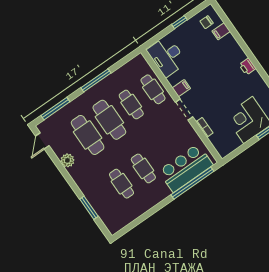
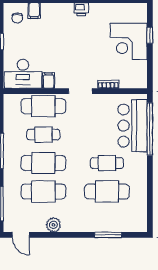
filing cabinet: (181, 88) -> (49, 81), moved
cafe table: (153, 89) -> (43, 106), width x1.37, depth x1.35
cafe table: (122, 184) -> (107, 192), width x1.37, depth x1.35

